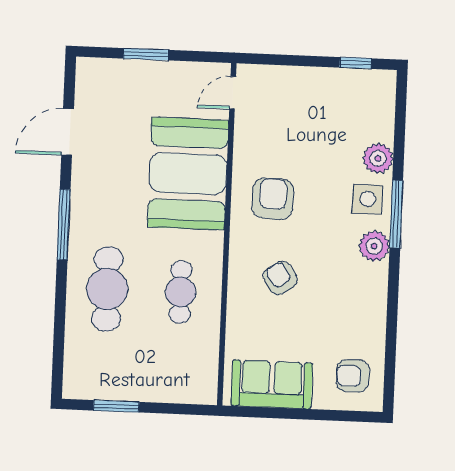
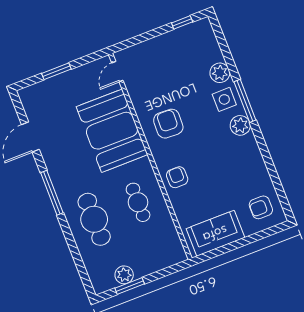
armchair: (280, 278) -> (177, 177), moved, turned 35
plant: (115, 387) -> (124, 275), added

